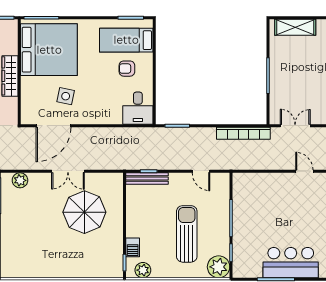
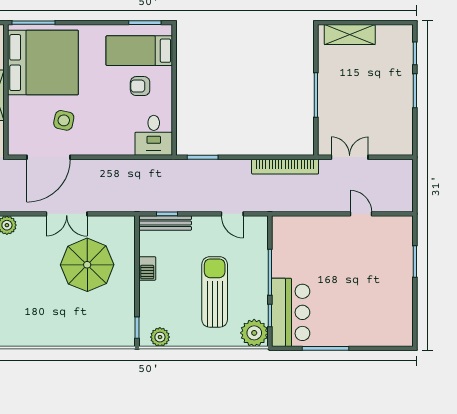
barbecue: (133, 247) -> (147, 268), moved
bar counter: (291, 263) -> (291, 312), moved, turned 90

